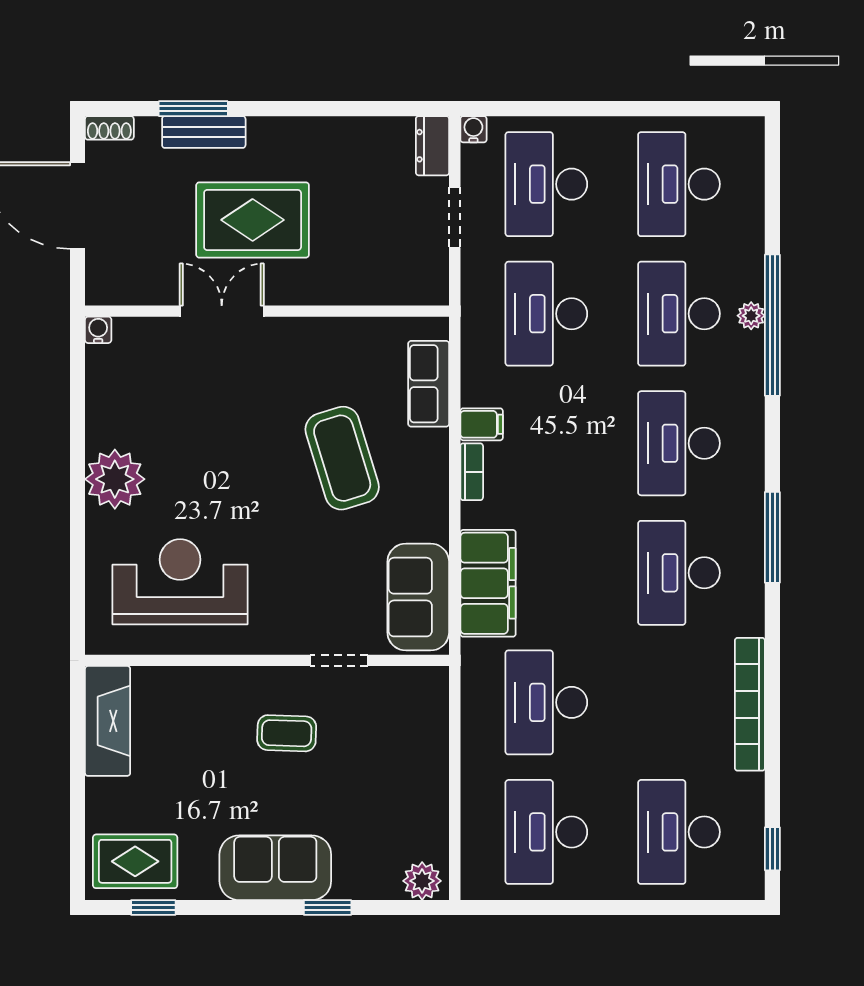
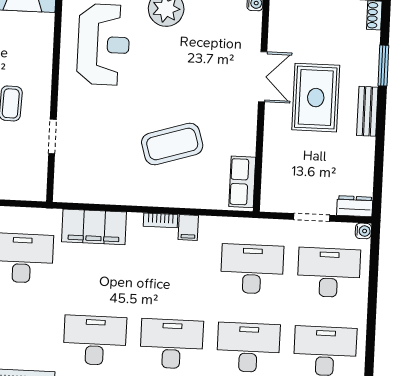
bench: (204, 132) -> (367, 111), moved
row of seats: (429, 384) -> (242, 182), moved, turned -90
sofa: (418, 597) -> (88, 185), removed

